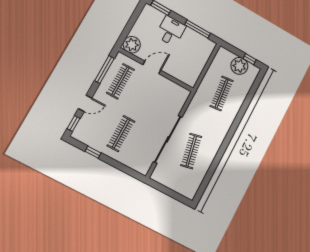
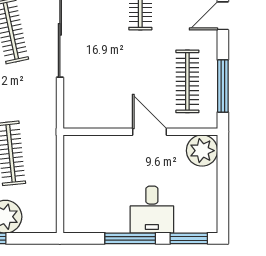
window: (198, 29) -> (130, 238), moved
door: (152, 67) -> (149, 132), swing flipped

